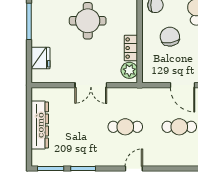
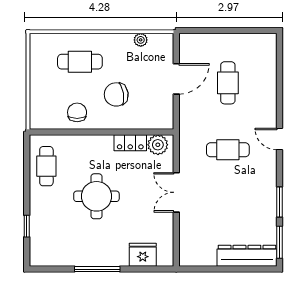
double door: (91, 85) -> (176, 192), swing flipped
dresser: (40, 125) -> (247, 256), moved
cafe table: (125, 127) -> (228, 150), turned 90

